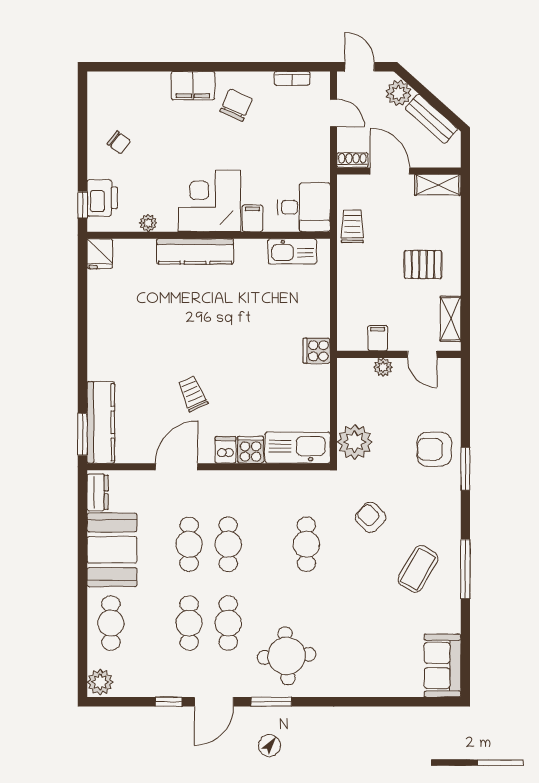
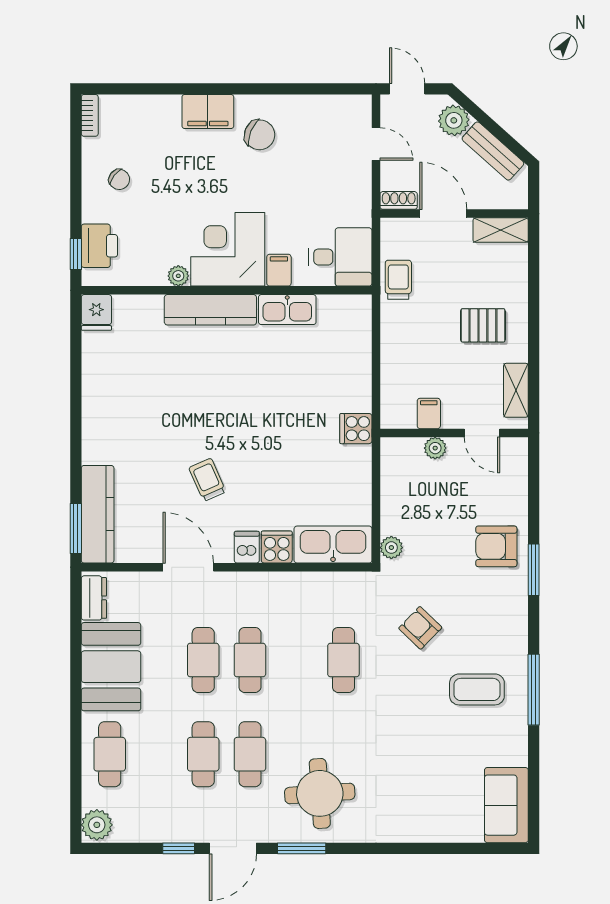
bookcase: (292, 78) -> (90, 115), moved, turned -90
chair: (236, 105) -> (260, 135), turned 88
plant: (148, 223) -> (178, 276), moved
kitchen sink: (292, 251) -> (287, 310), moved
plant: (355, 442) -> (391, 548), width x0.53, depth x0.53
door: (177, 467) -> (188, 567), hinge flipped
coffee table: (418, 569) -> (477, 689), turned 60

